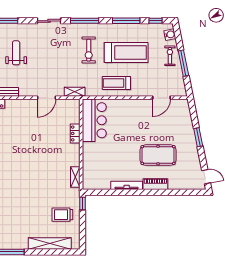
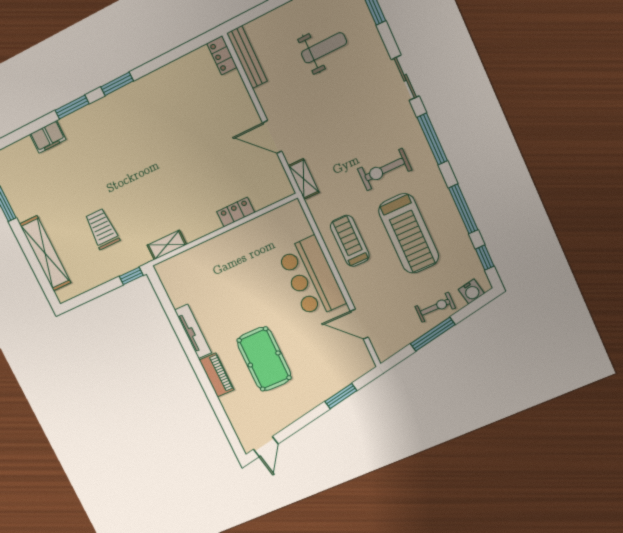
bar counter: (94, 120) -> (312, 278), moved, turned 90
window: (198, 137) -> (341, 396), moved
trolley: (62, 215) -> (102, 229), moved

